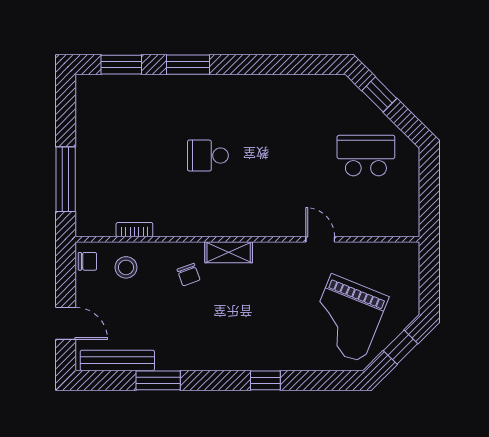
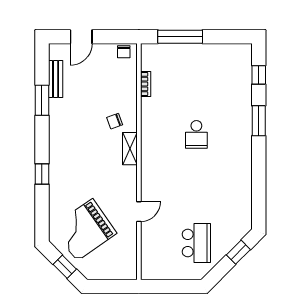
window: (121, 65) -> (259, 75), width x0.67
school desk: (208, 156) -> (196, 134), turned 180
stool: (126, 267) -> (120, 78), removed
grand piano: (347, 318) -> (85, 230), turned -57
bench: (117, 360) -> (56, 79), width x0.73

